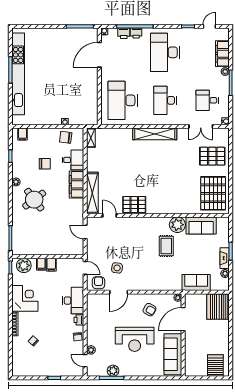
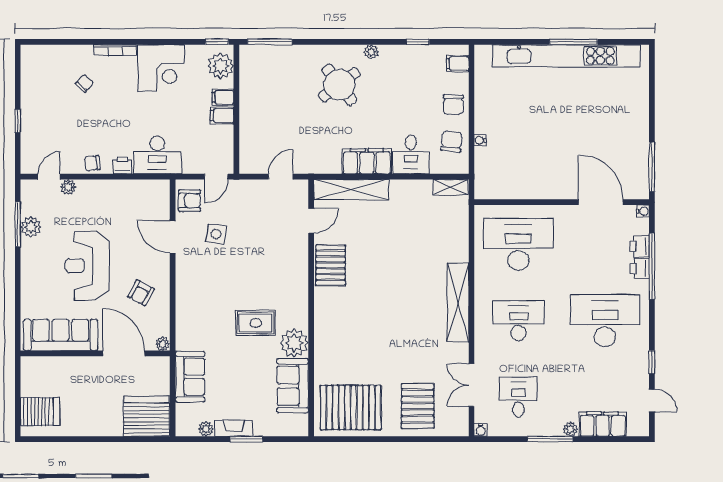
chair: (45, 164) -> (453, 105), moved

